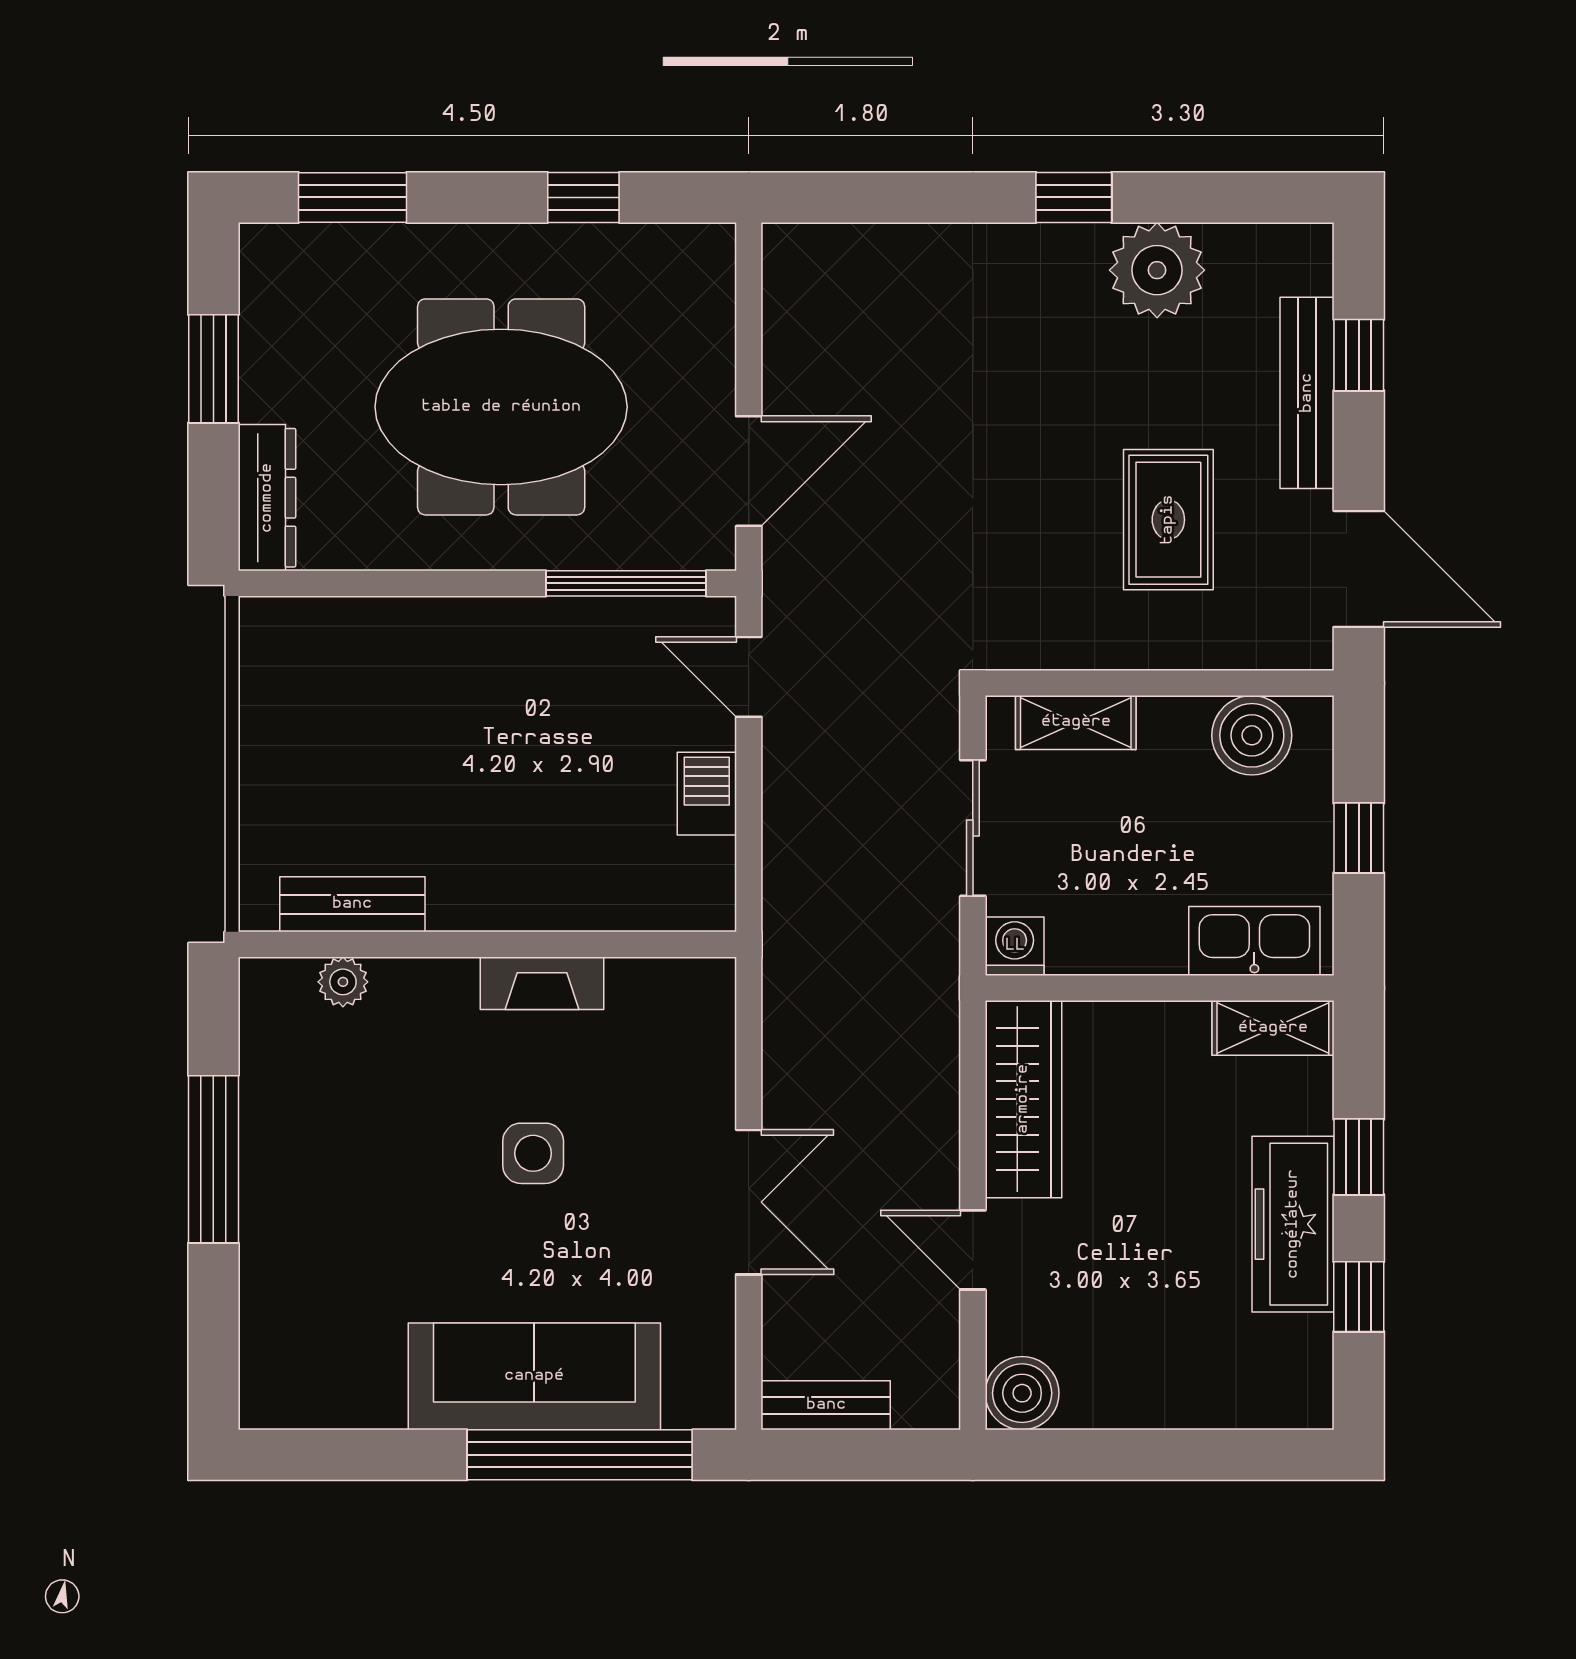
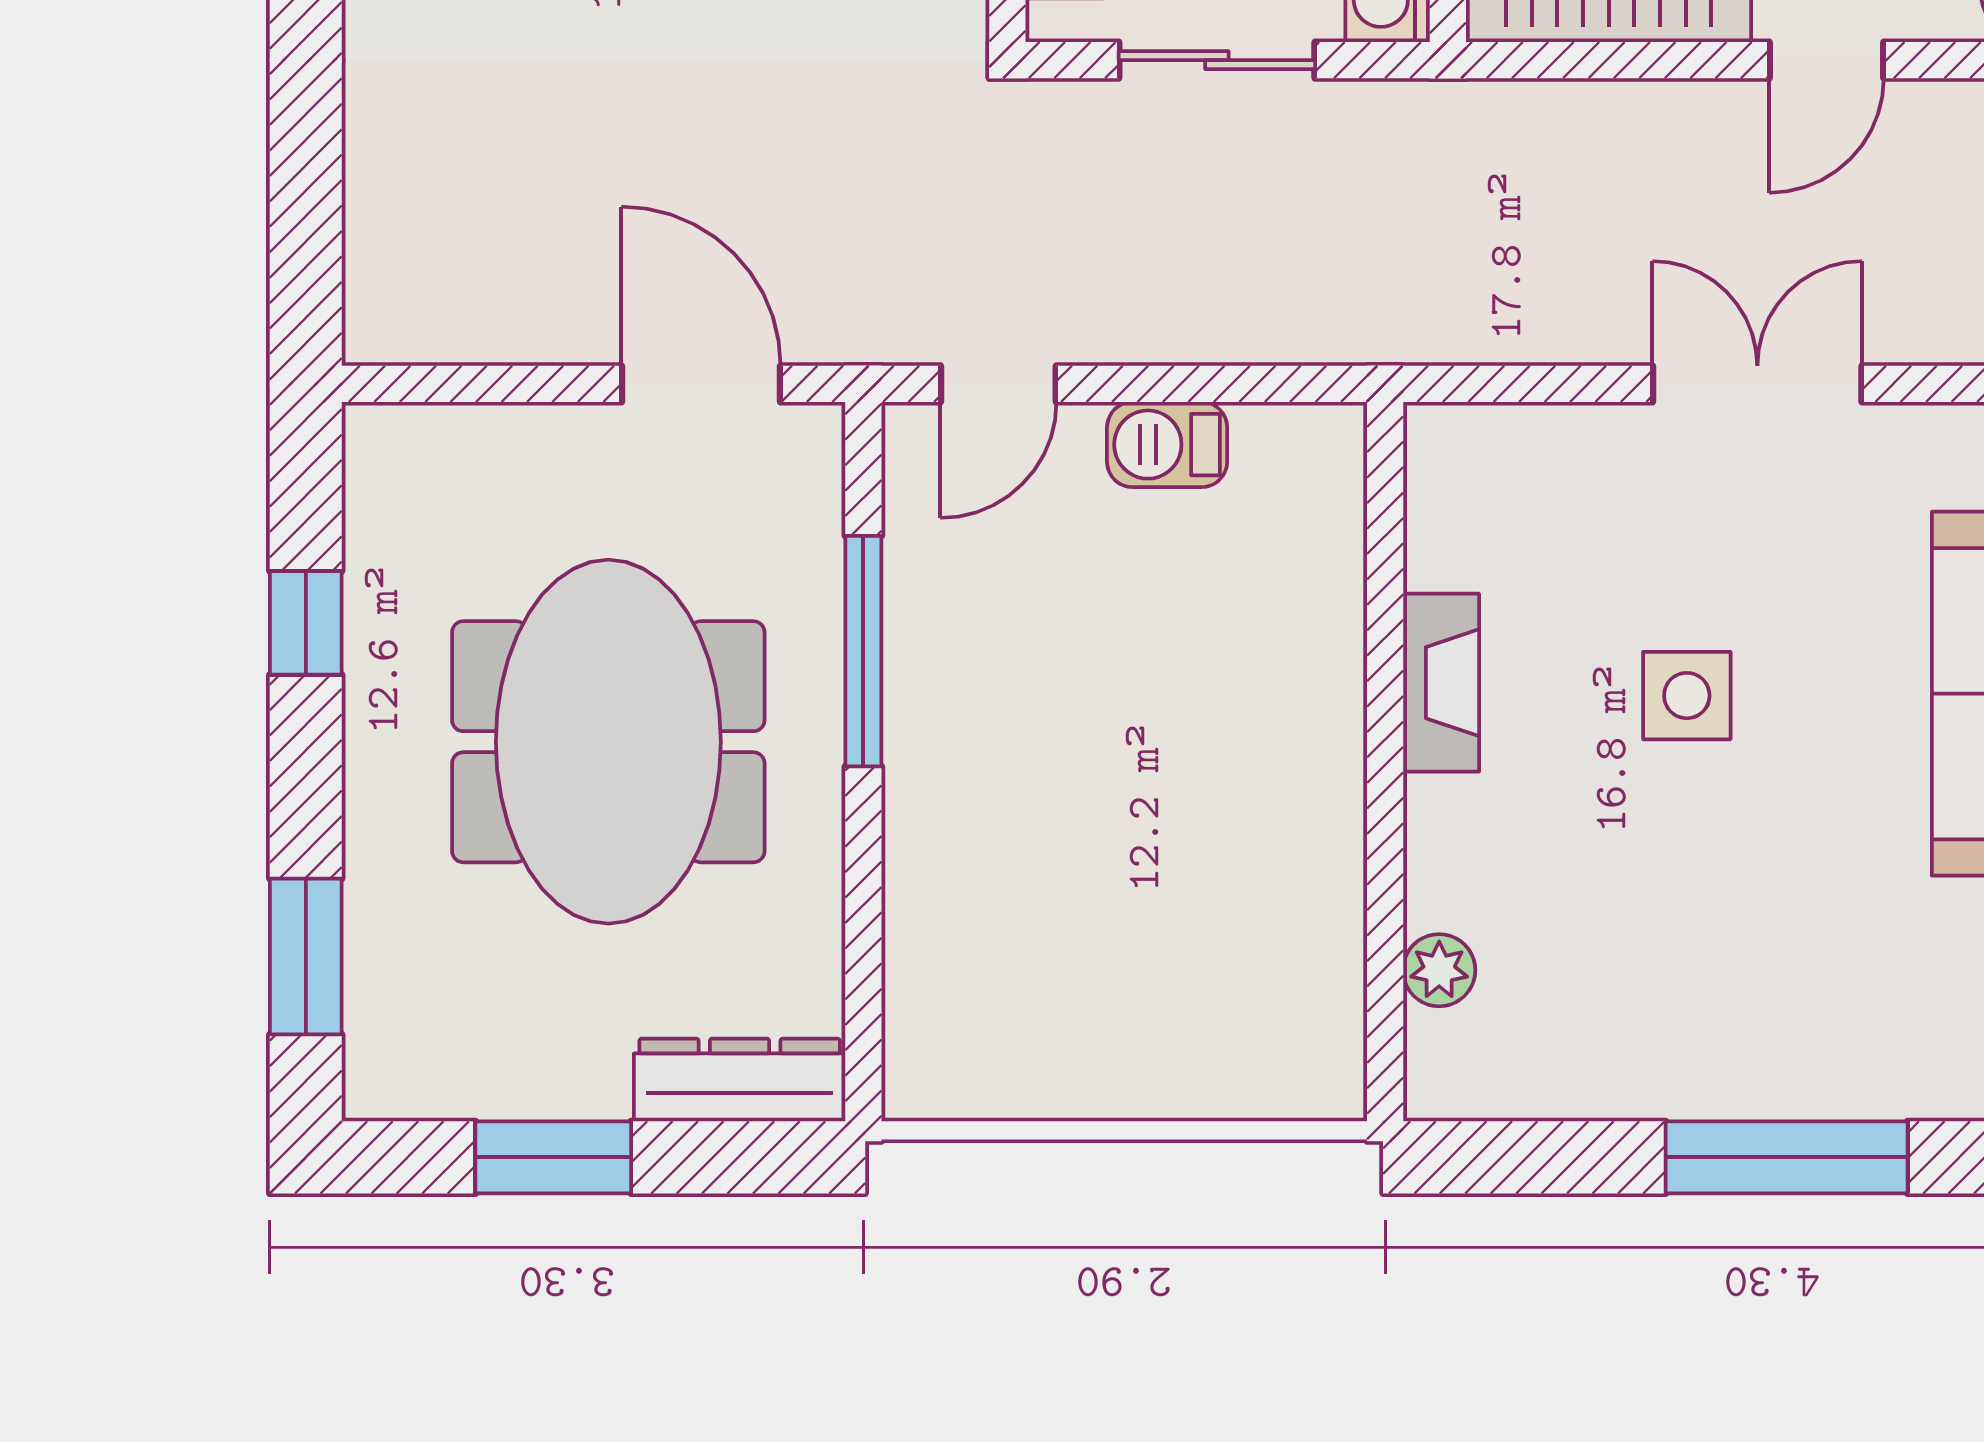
window: (626, 583) -> (863, 651), moved
bench: (352, 904) -> (1327, 957), removed
window: (213, 1159) -> (1787, 1157), moved

